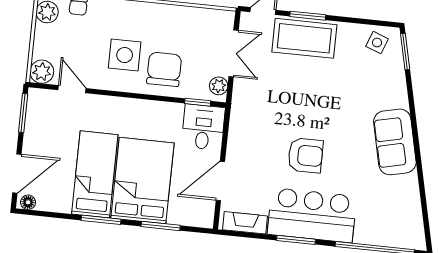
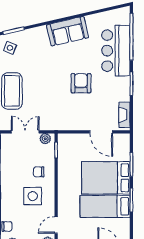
chair: (164, 69) -> (39, 172), width x0.54, depth x0.54
desk: (203, 127) -> (70, 145), removed
bar counter: (312, 215) -> (116, 51), moved

